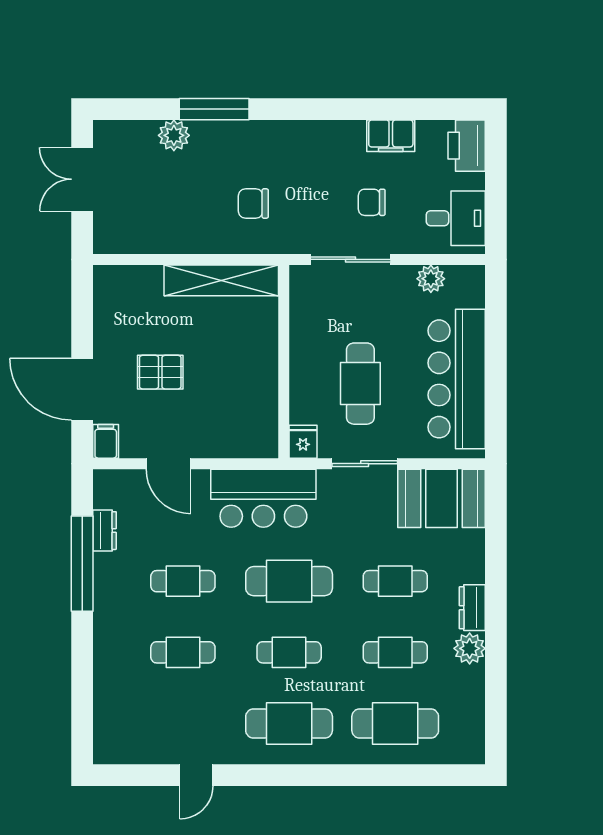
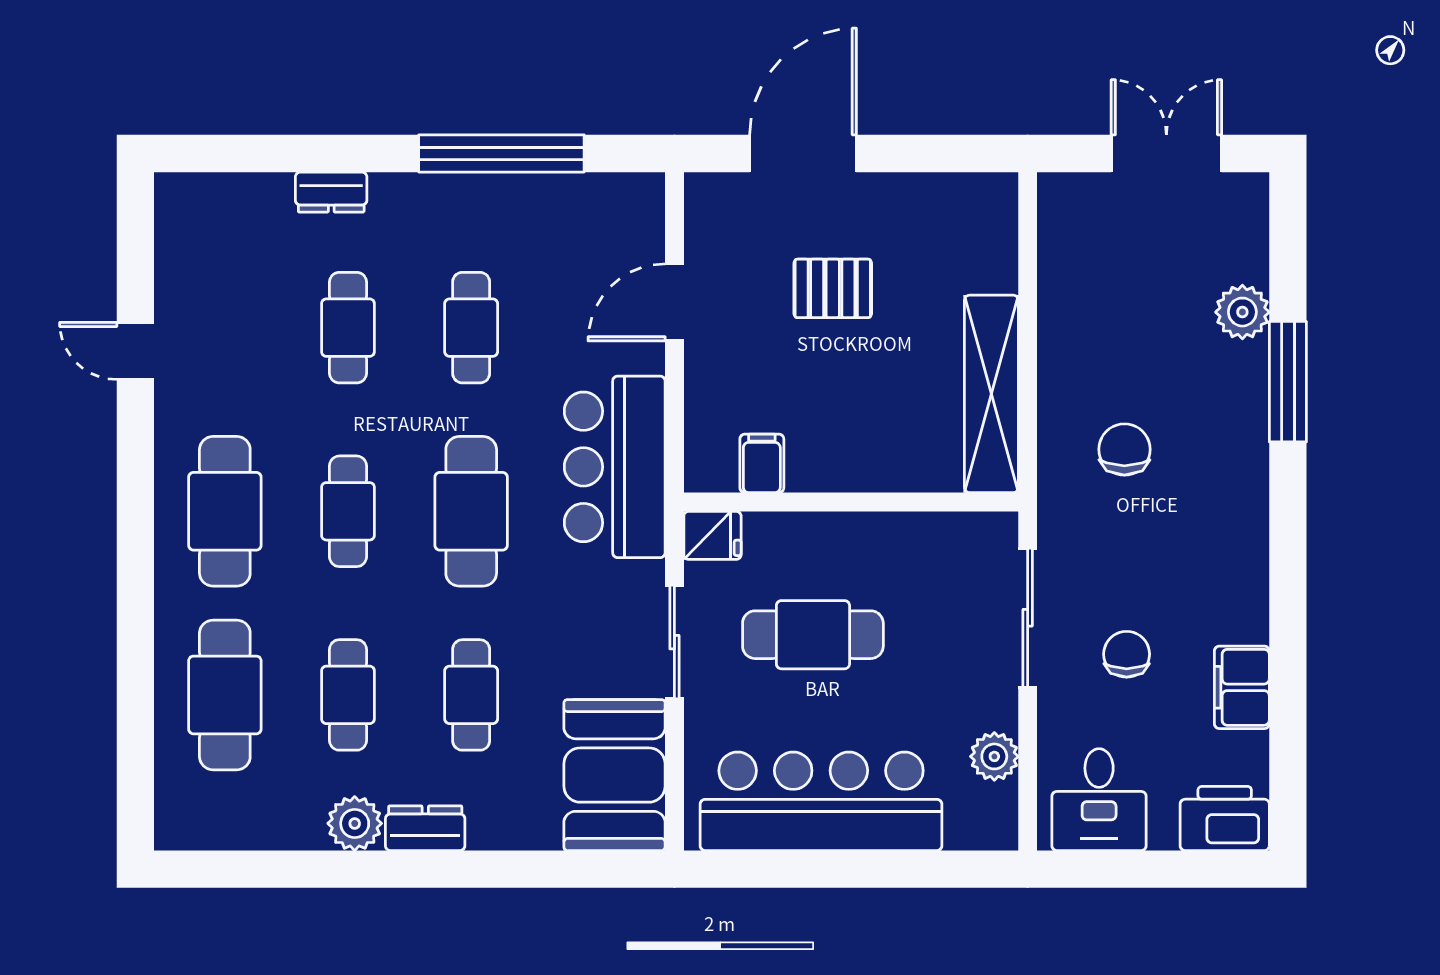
pallet: (160, 372) -> (833, 288), turned 90
filing cabinet: (106, 441) -> (762, 463), moved, turned -90
dresser: (105, 531) -> (331, 192), moved

